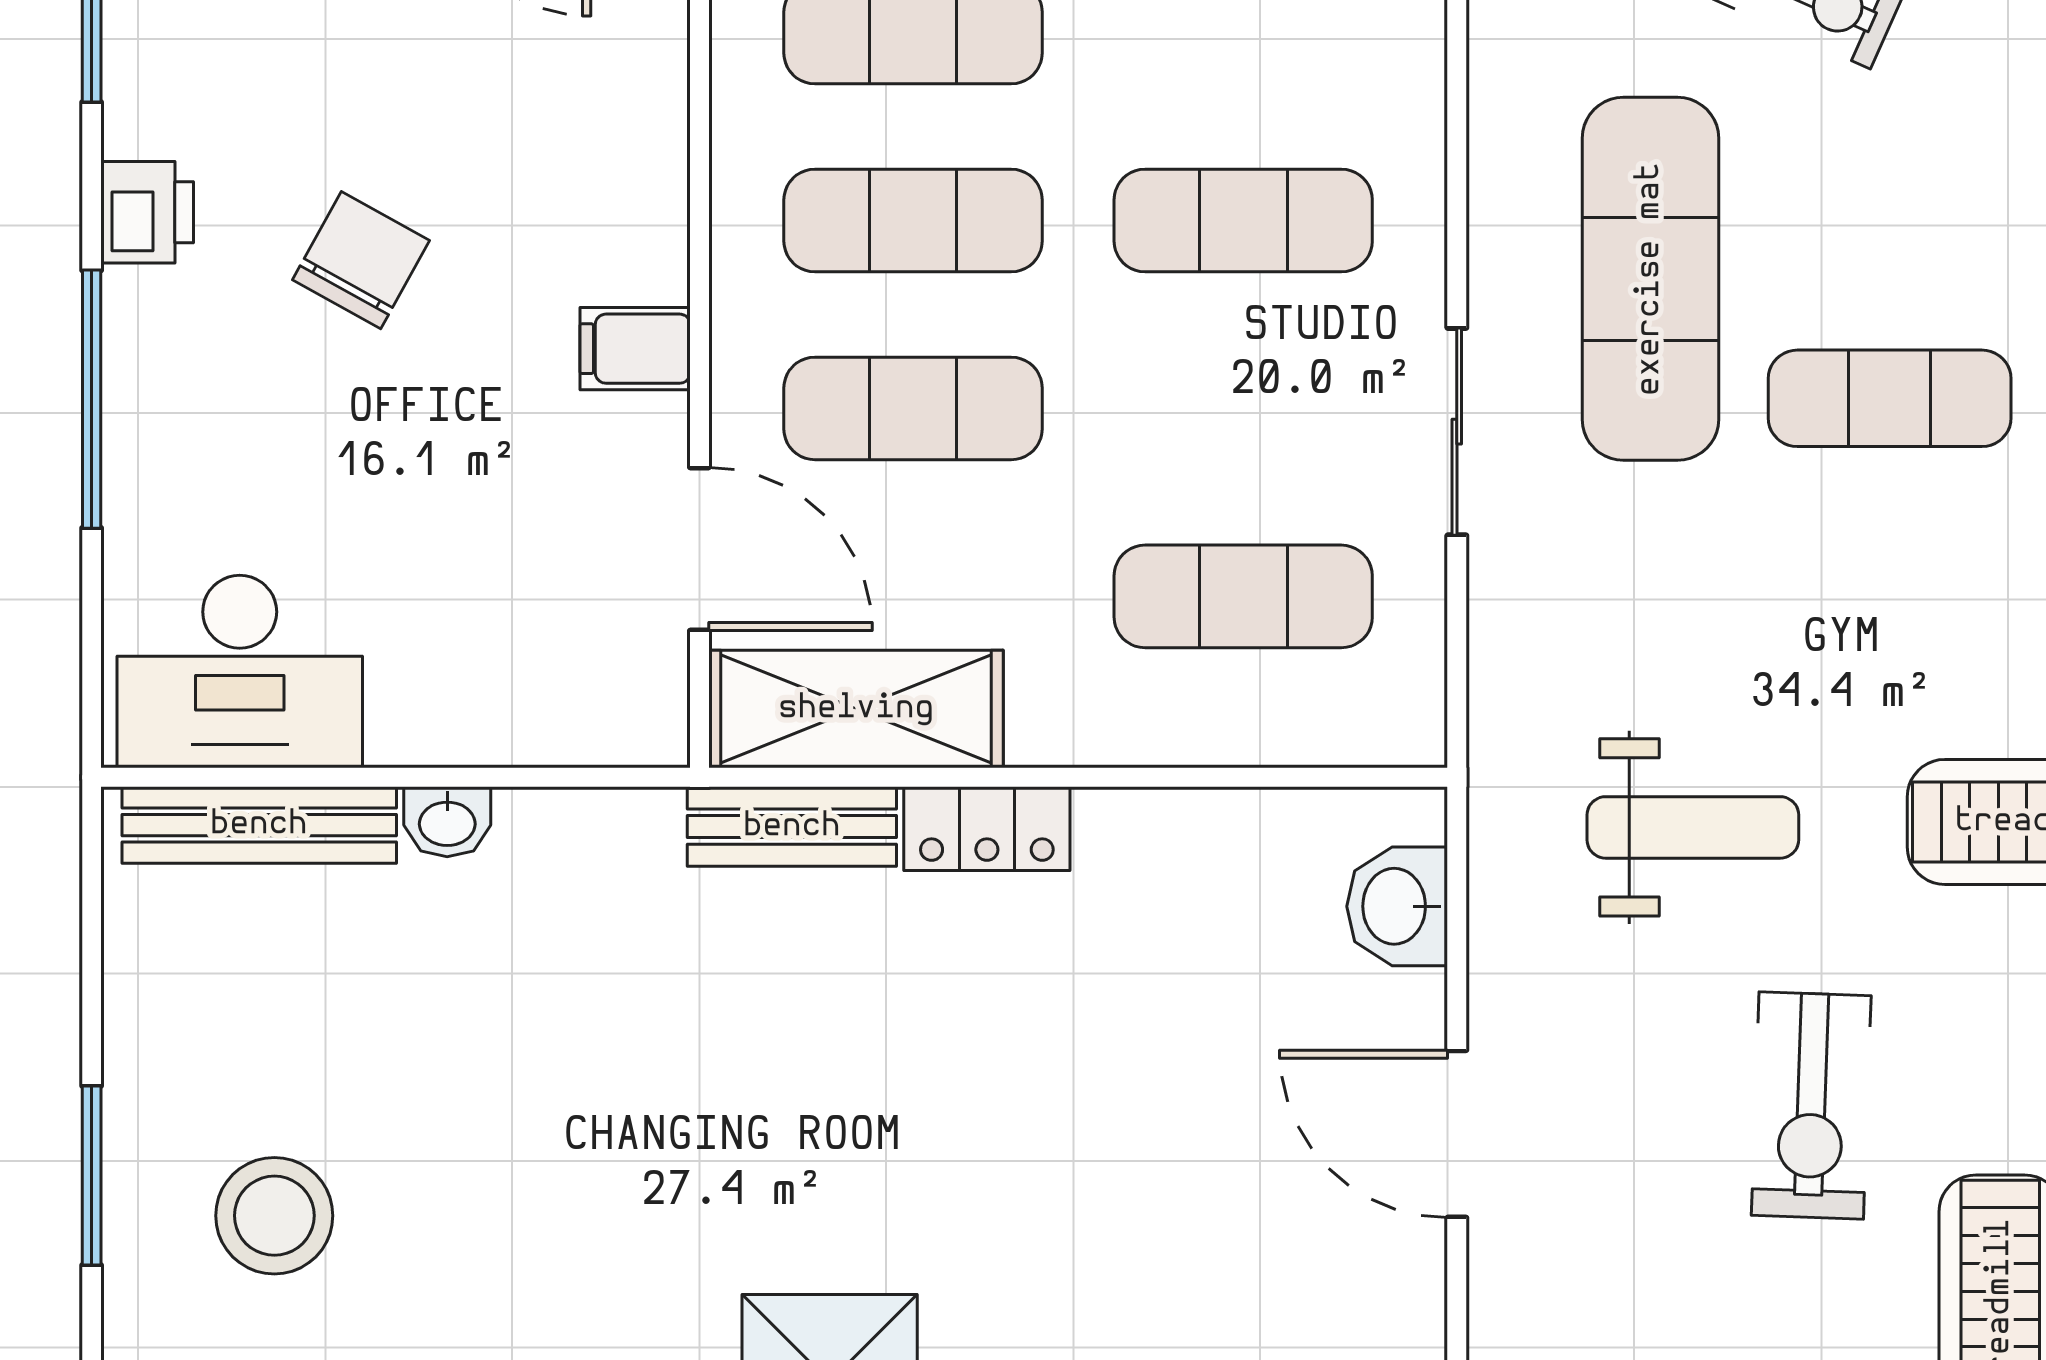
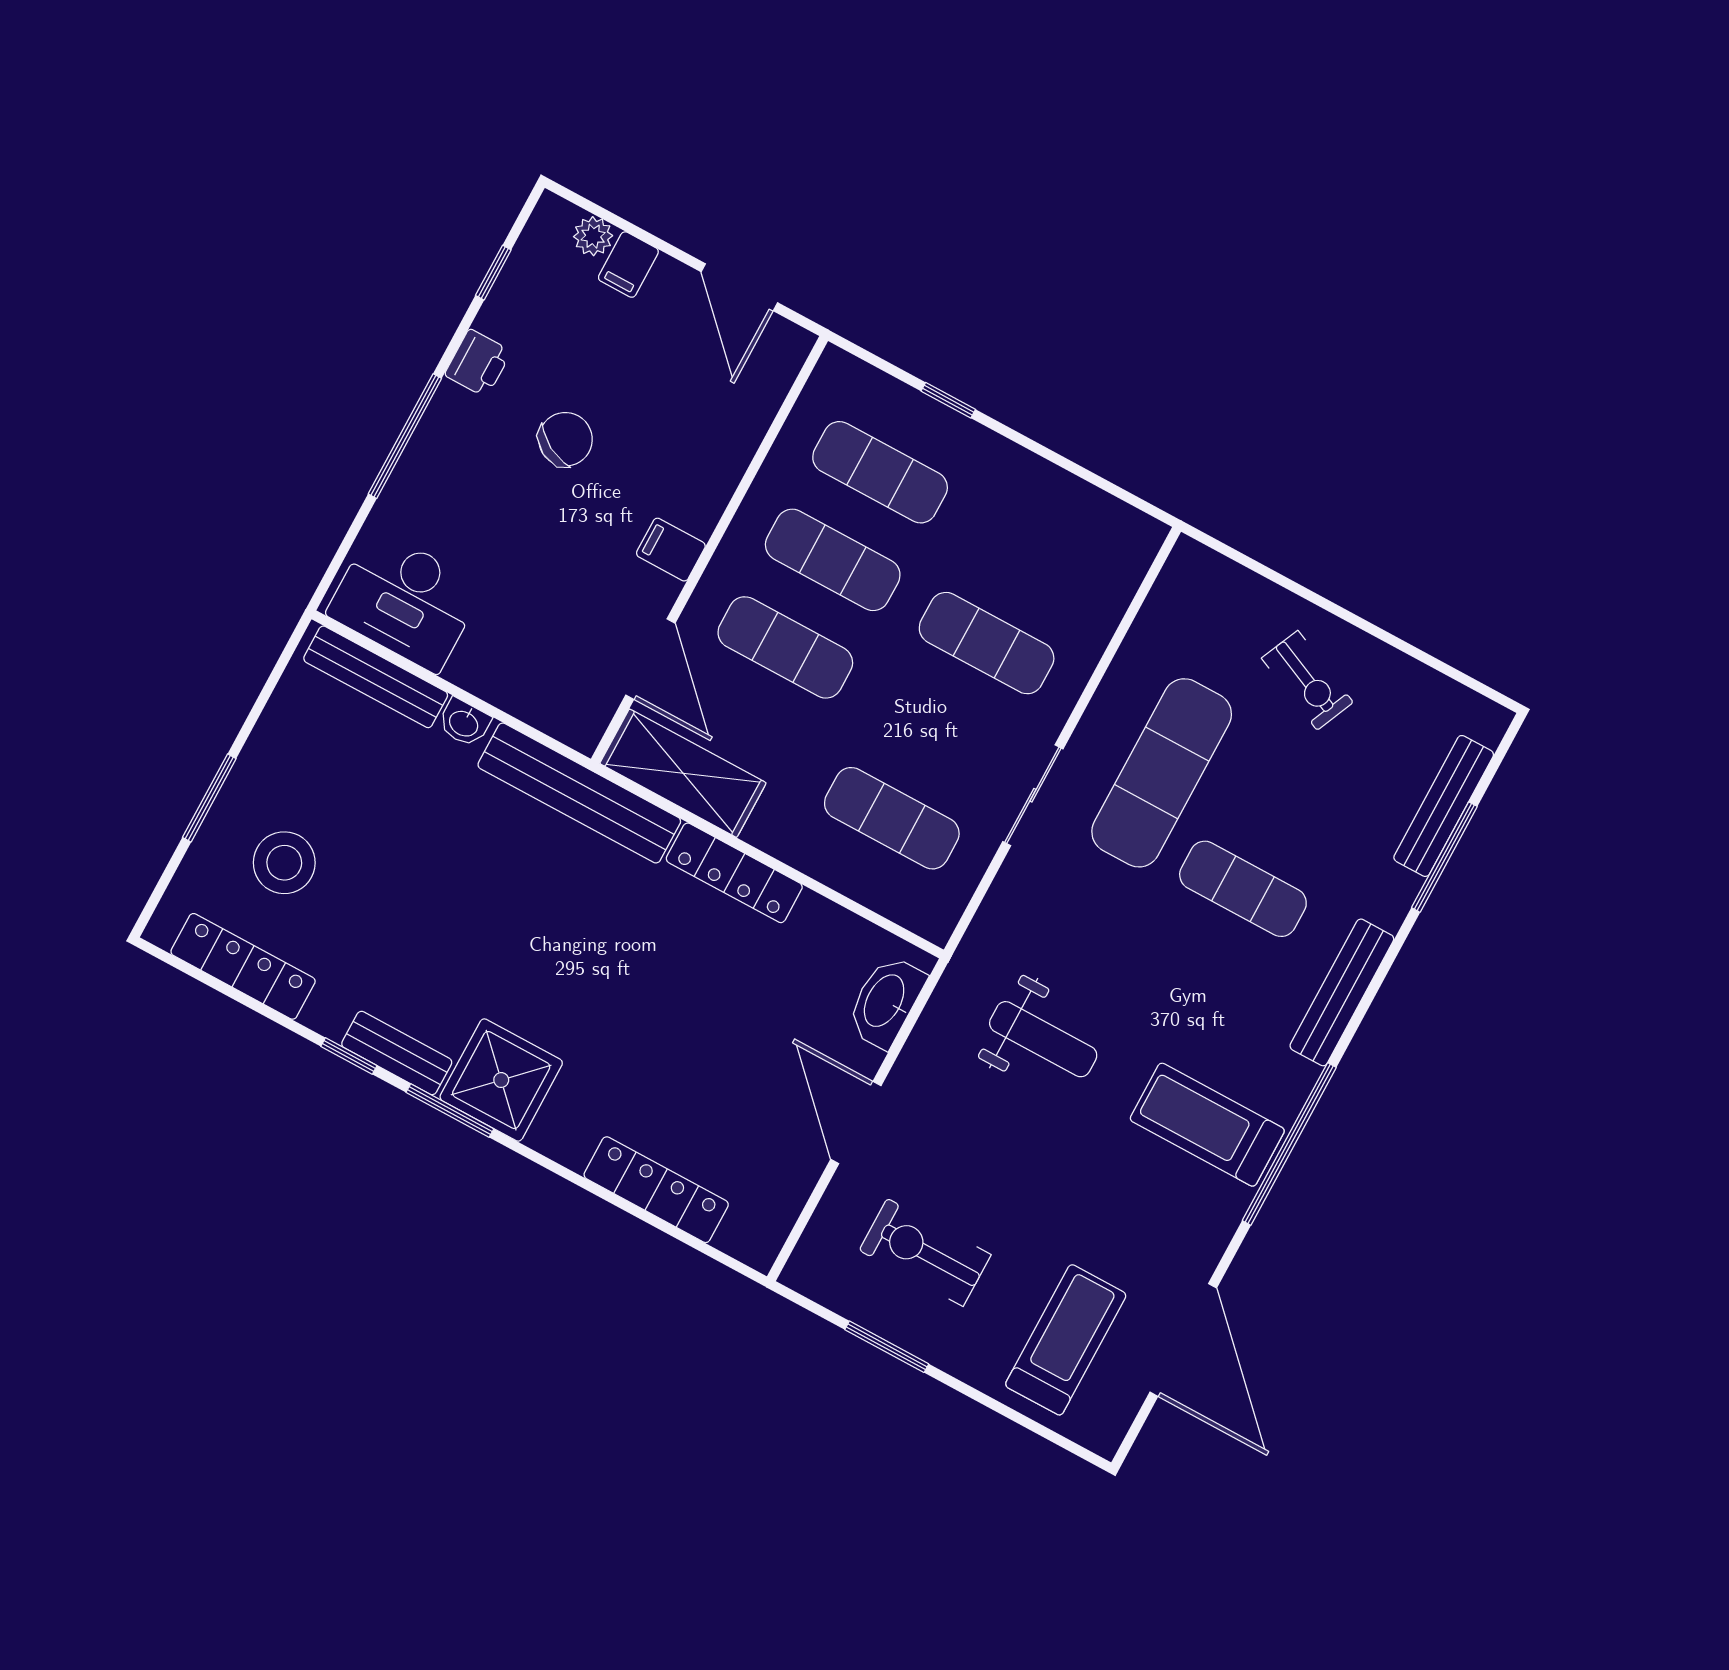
bench: (792, 827) -> (579, 793), width x1.86, depth x1.21
locker: (987, 829) -> (734, 873), width x1.53
washbasin: (1397, 906) -> (885, 1001), width x1.38
exercise bike: (1811, 1105) -> (925, 1252), moved, turned 88

